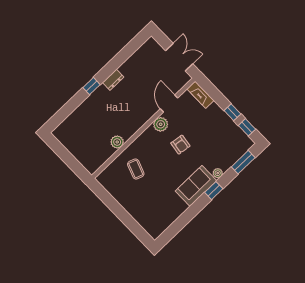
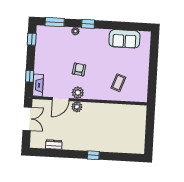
double door: (179, 57) -> (27, 119), swing flipped
dresser: (113, 80) -> (54, 144), moved
window: (232, 112) -> (30, 76), moved
plant: (117, 142) -> (77, 107), moved
sofa: (196, 186) -> (124, 39), moved

